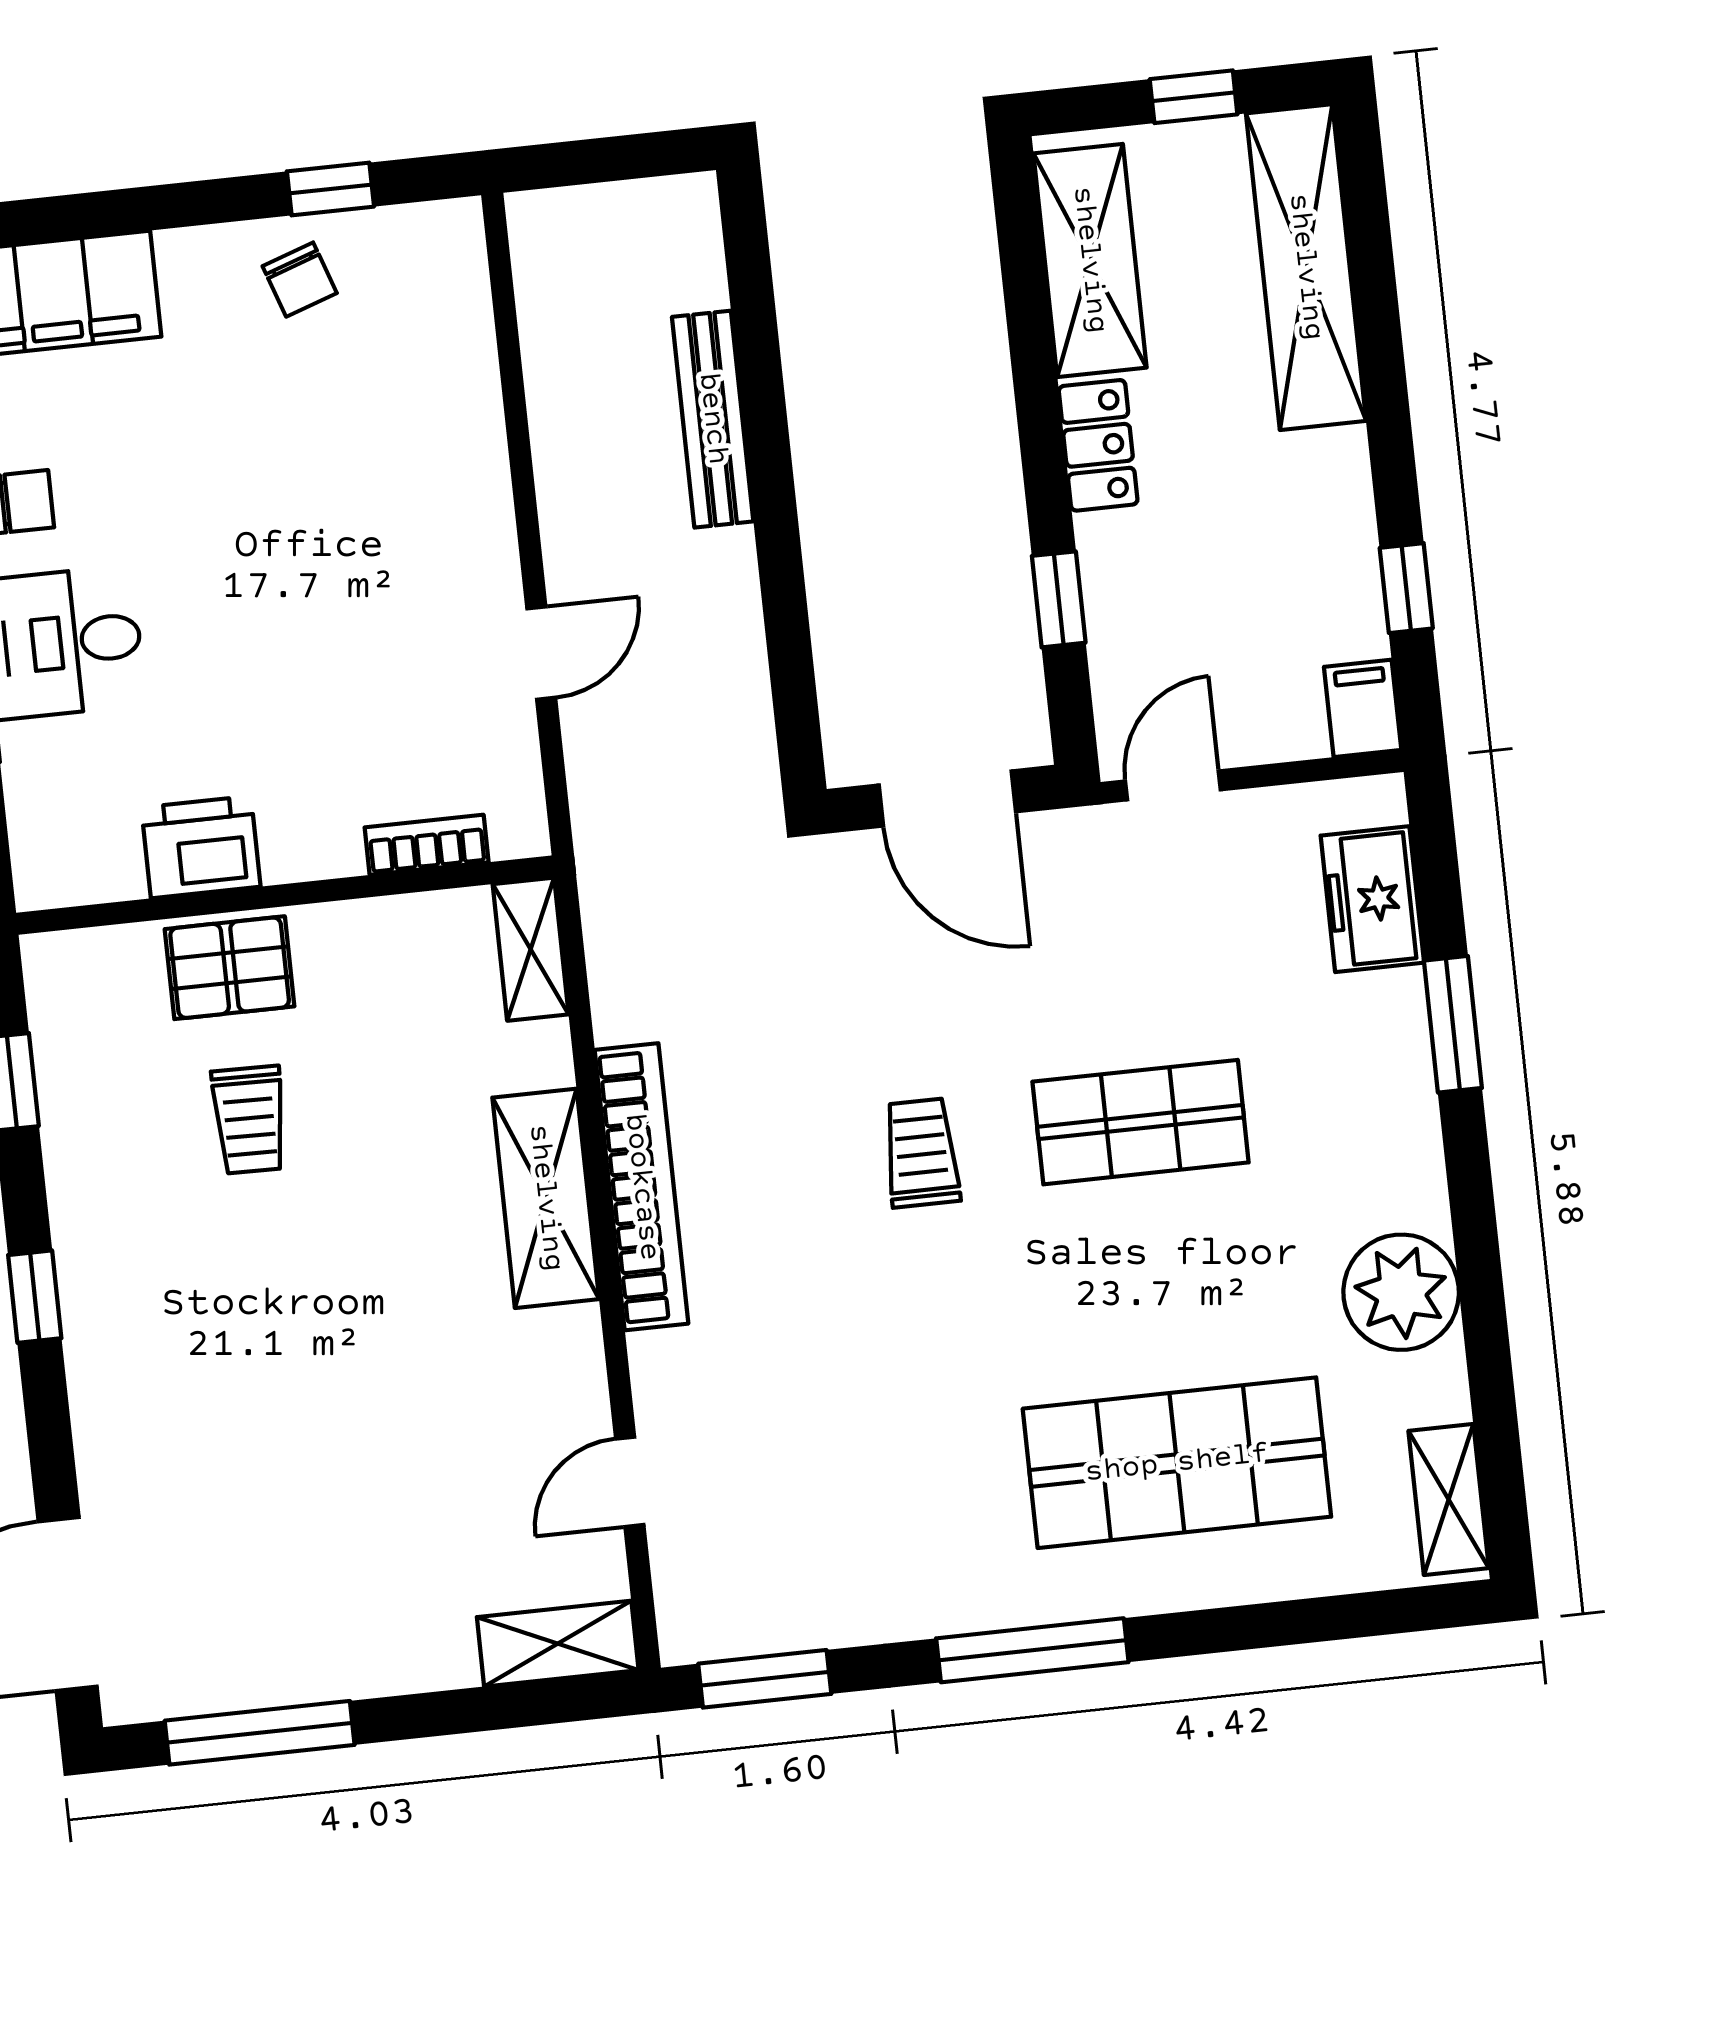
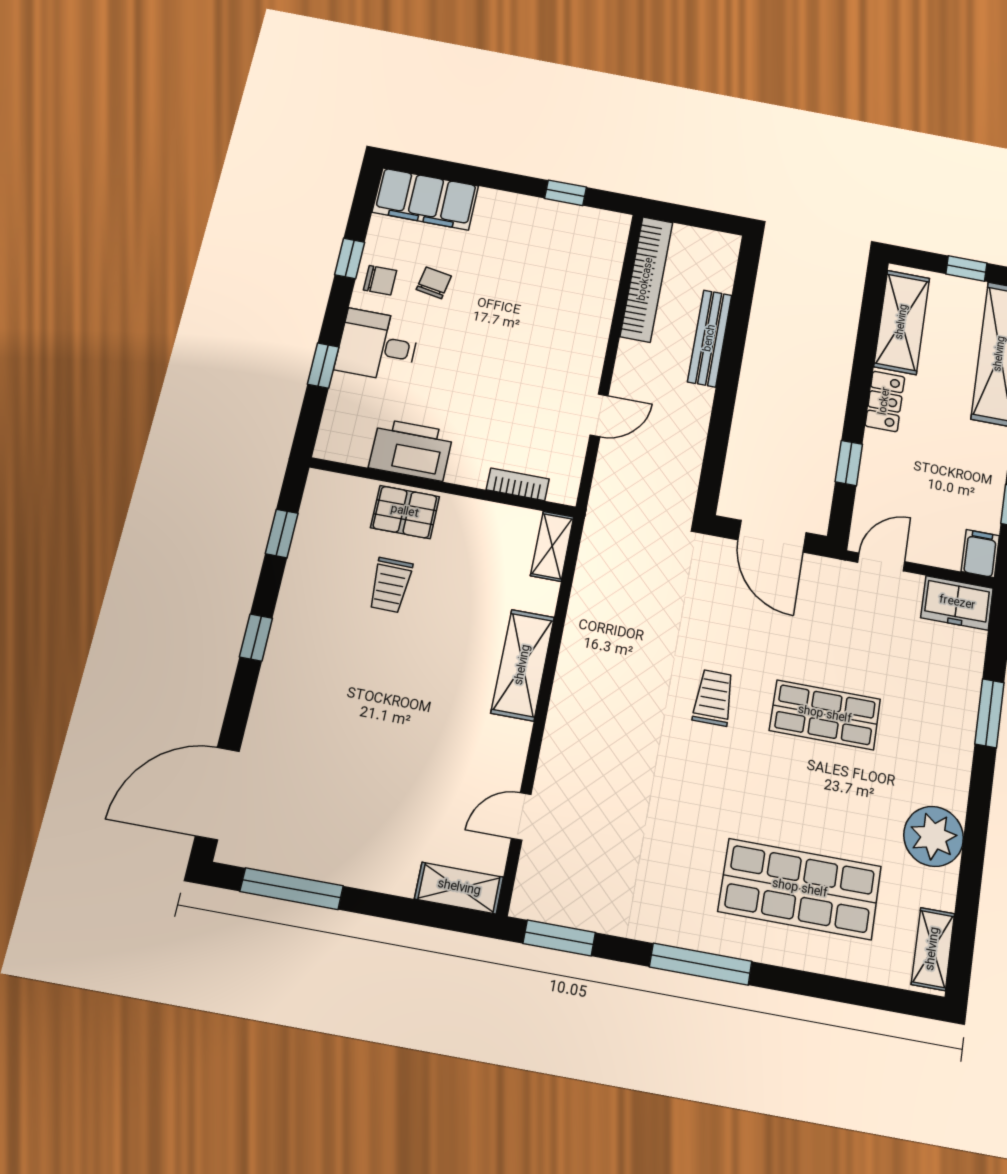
chair: (300, 280) -> (434, 283), moved, turned -151
printer: (201, 847) -> (411, 450), width x1.37, depth x1.19
freezer: (1372, 899) -> (957, 603), moved, turned -90
bookcase: (642, 1187) -> (646, 279), moved

